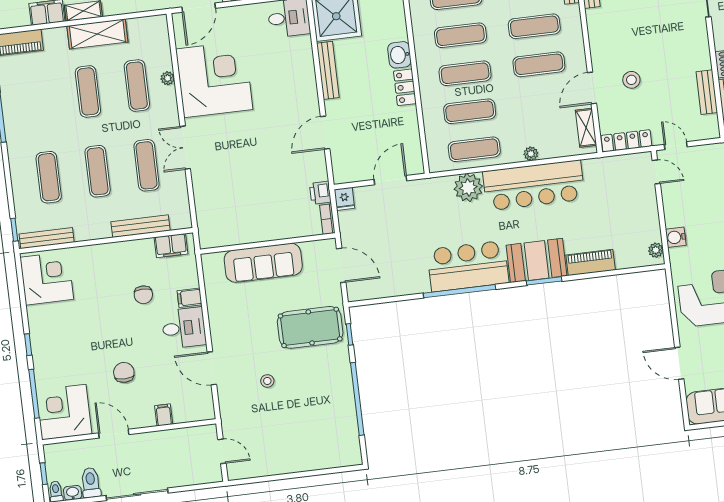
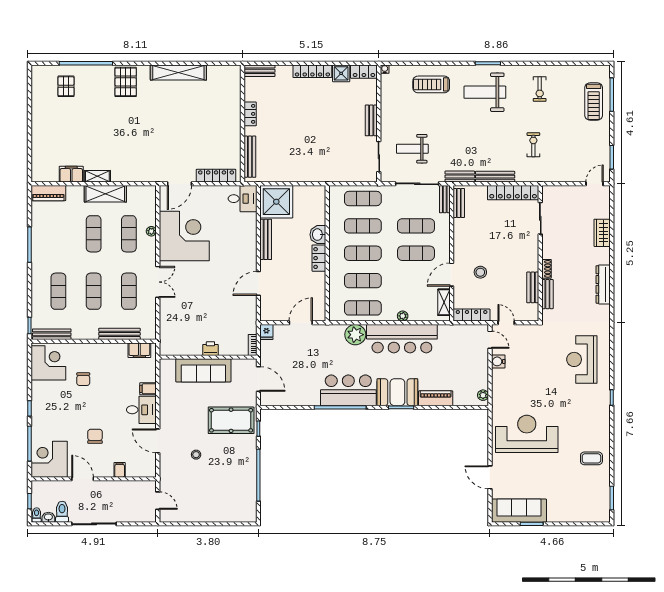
double door: (185, 148) -> (158, 282), swing flipped
printer: (320, 193) -> (210, 349), moved, turned 90
water cooler: (676, 237) -> (498, 361), moved
chair: (143, 295) -> (83, 379), moved

